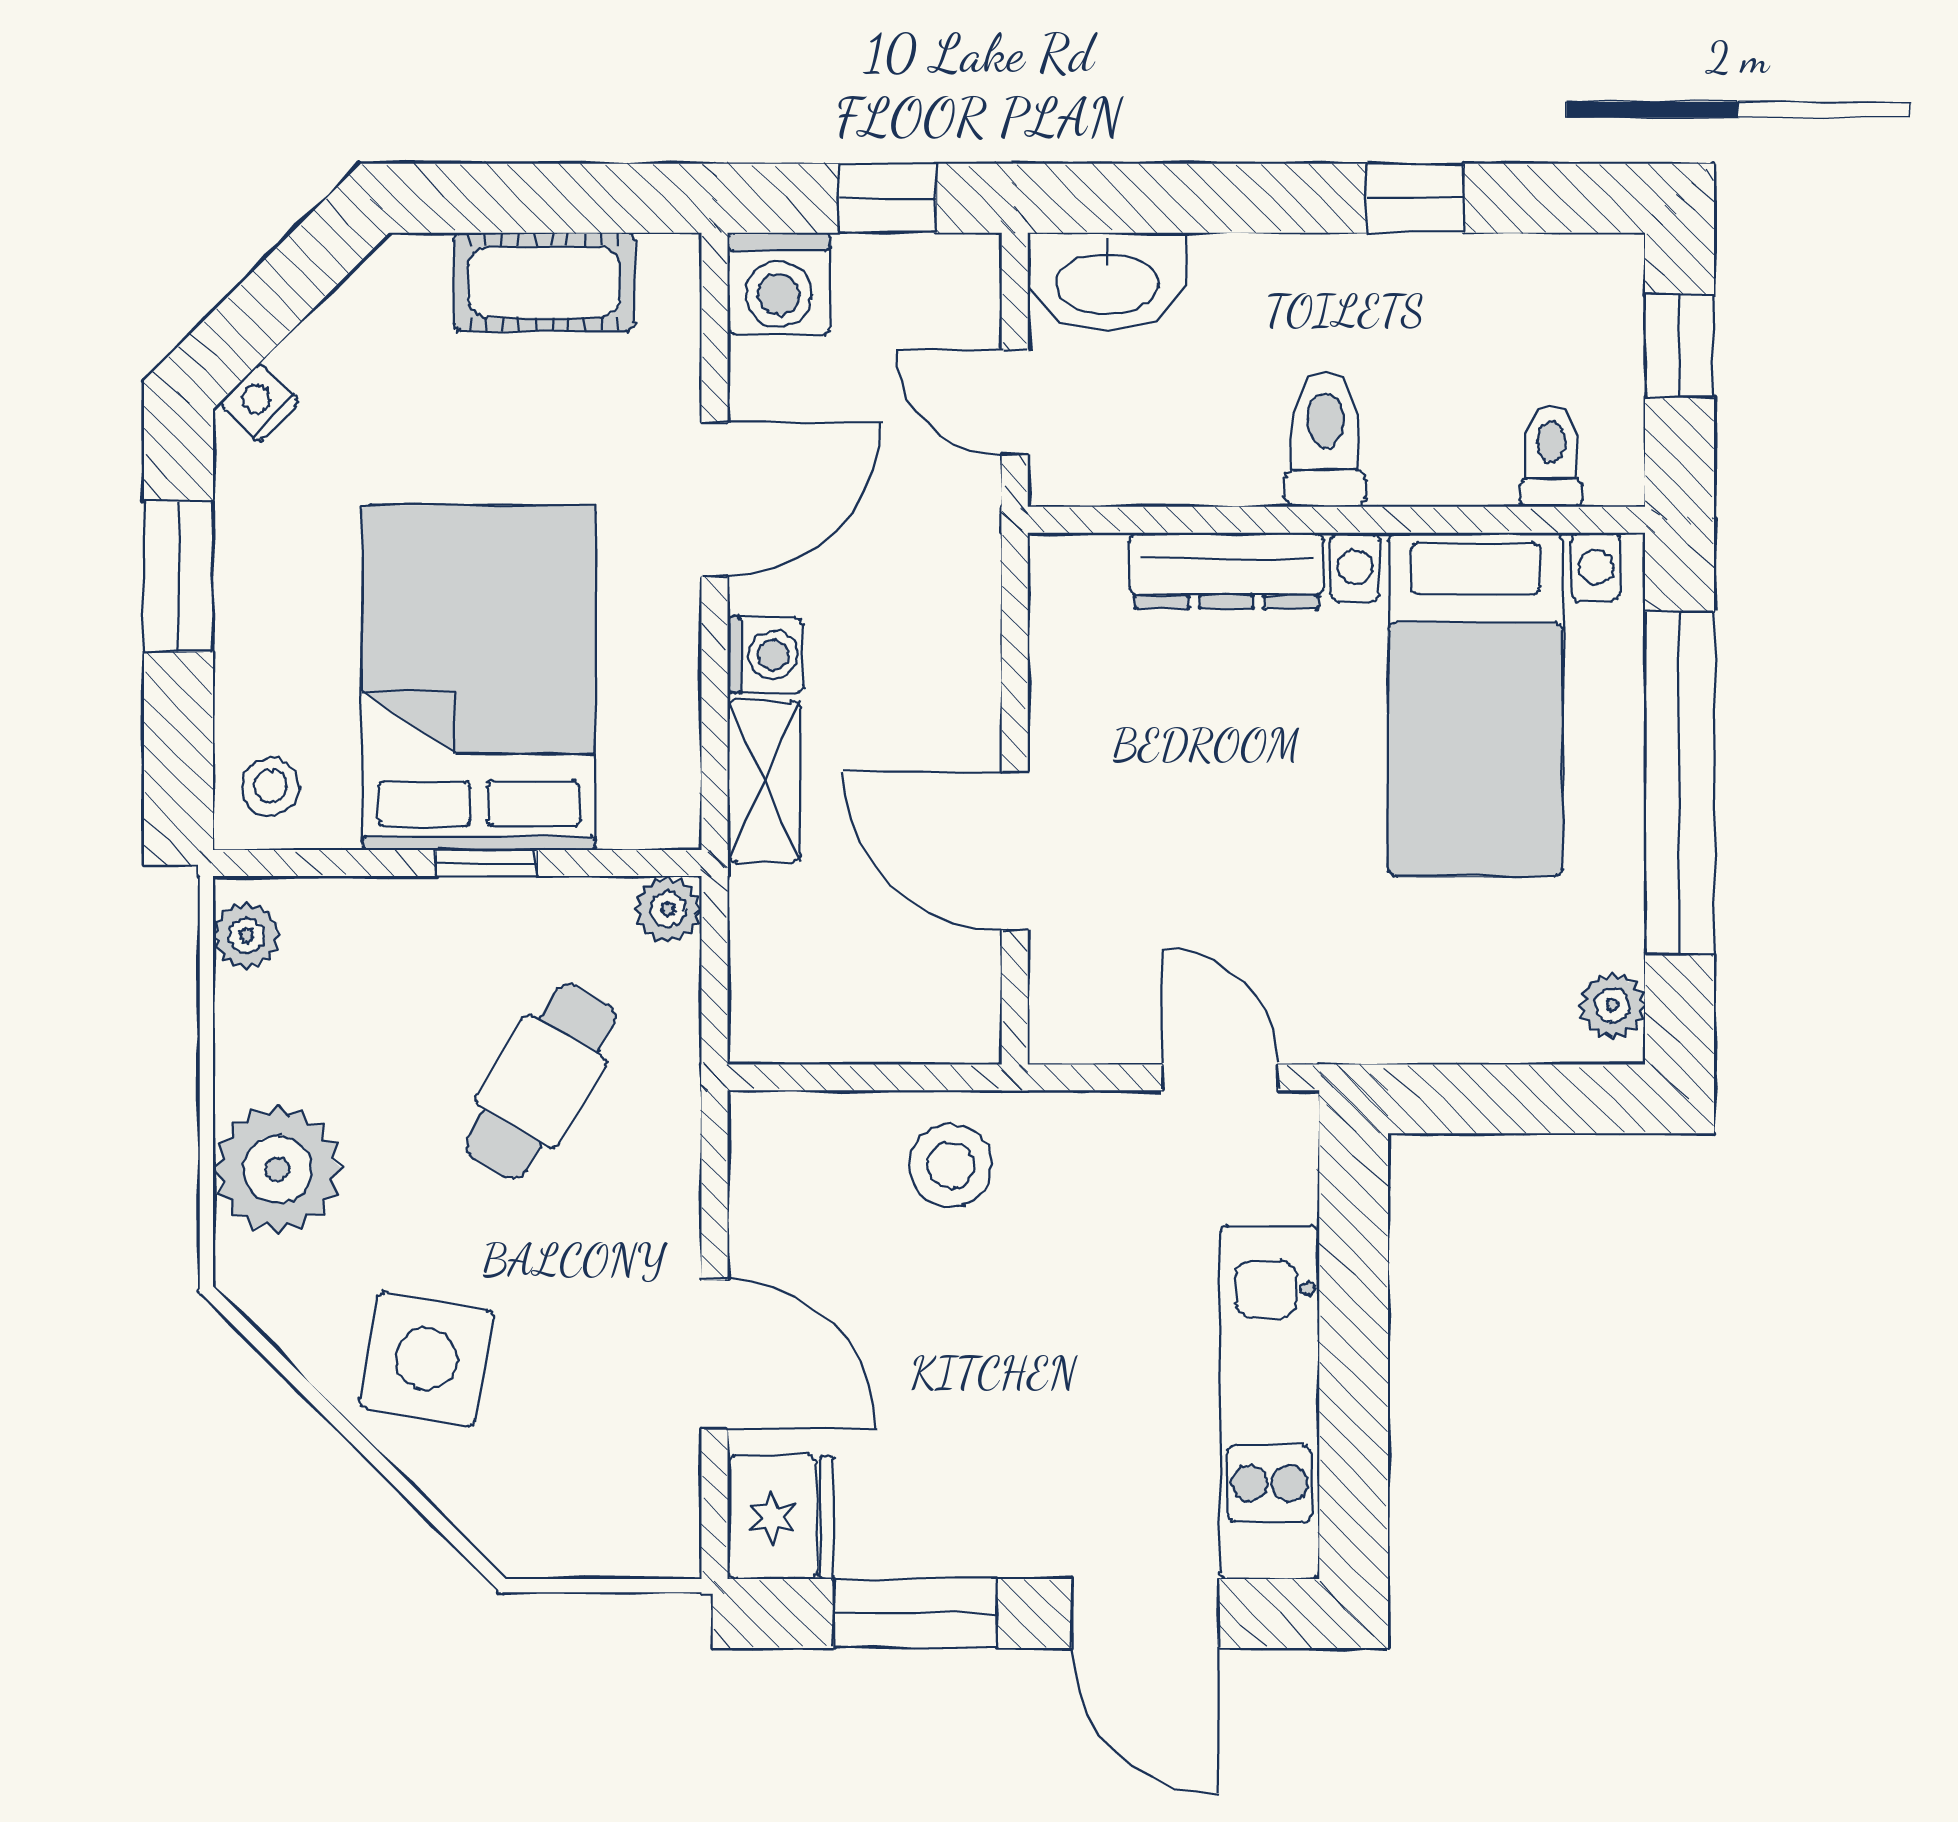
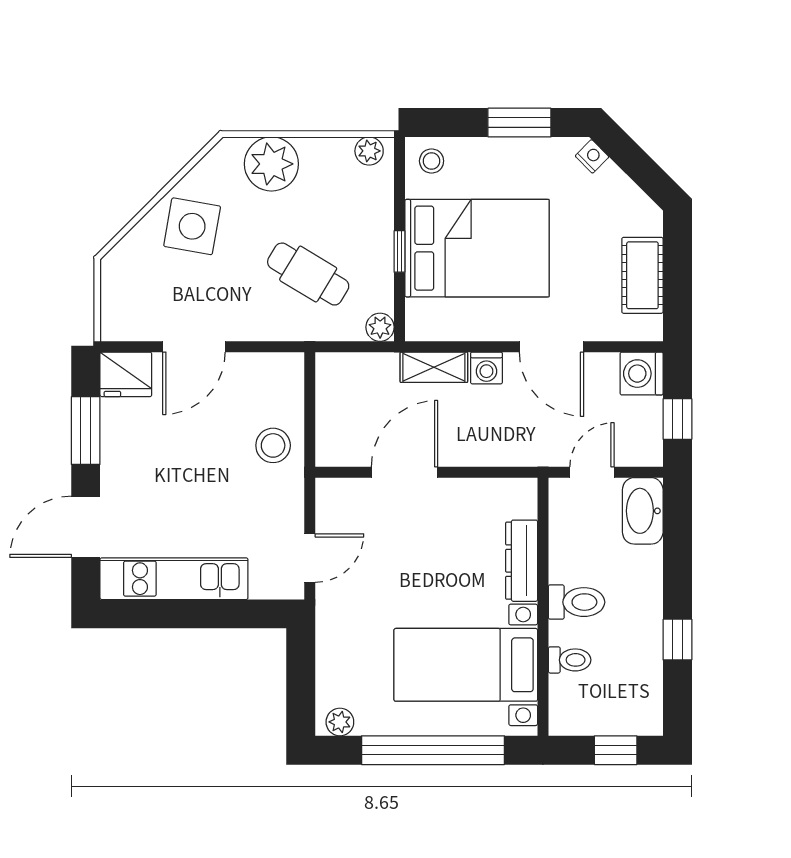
toilet: (1551, 456) -> (570, 660), moved

